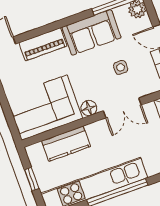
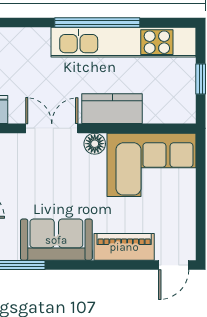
side table: (121, 67) -> (35, 181), removed
kitchen counter: (66, 144) -> (112, 109), moved

